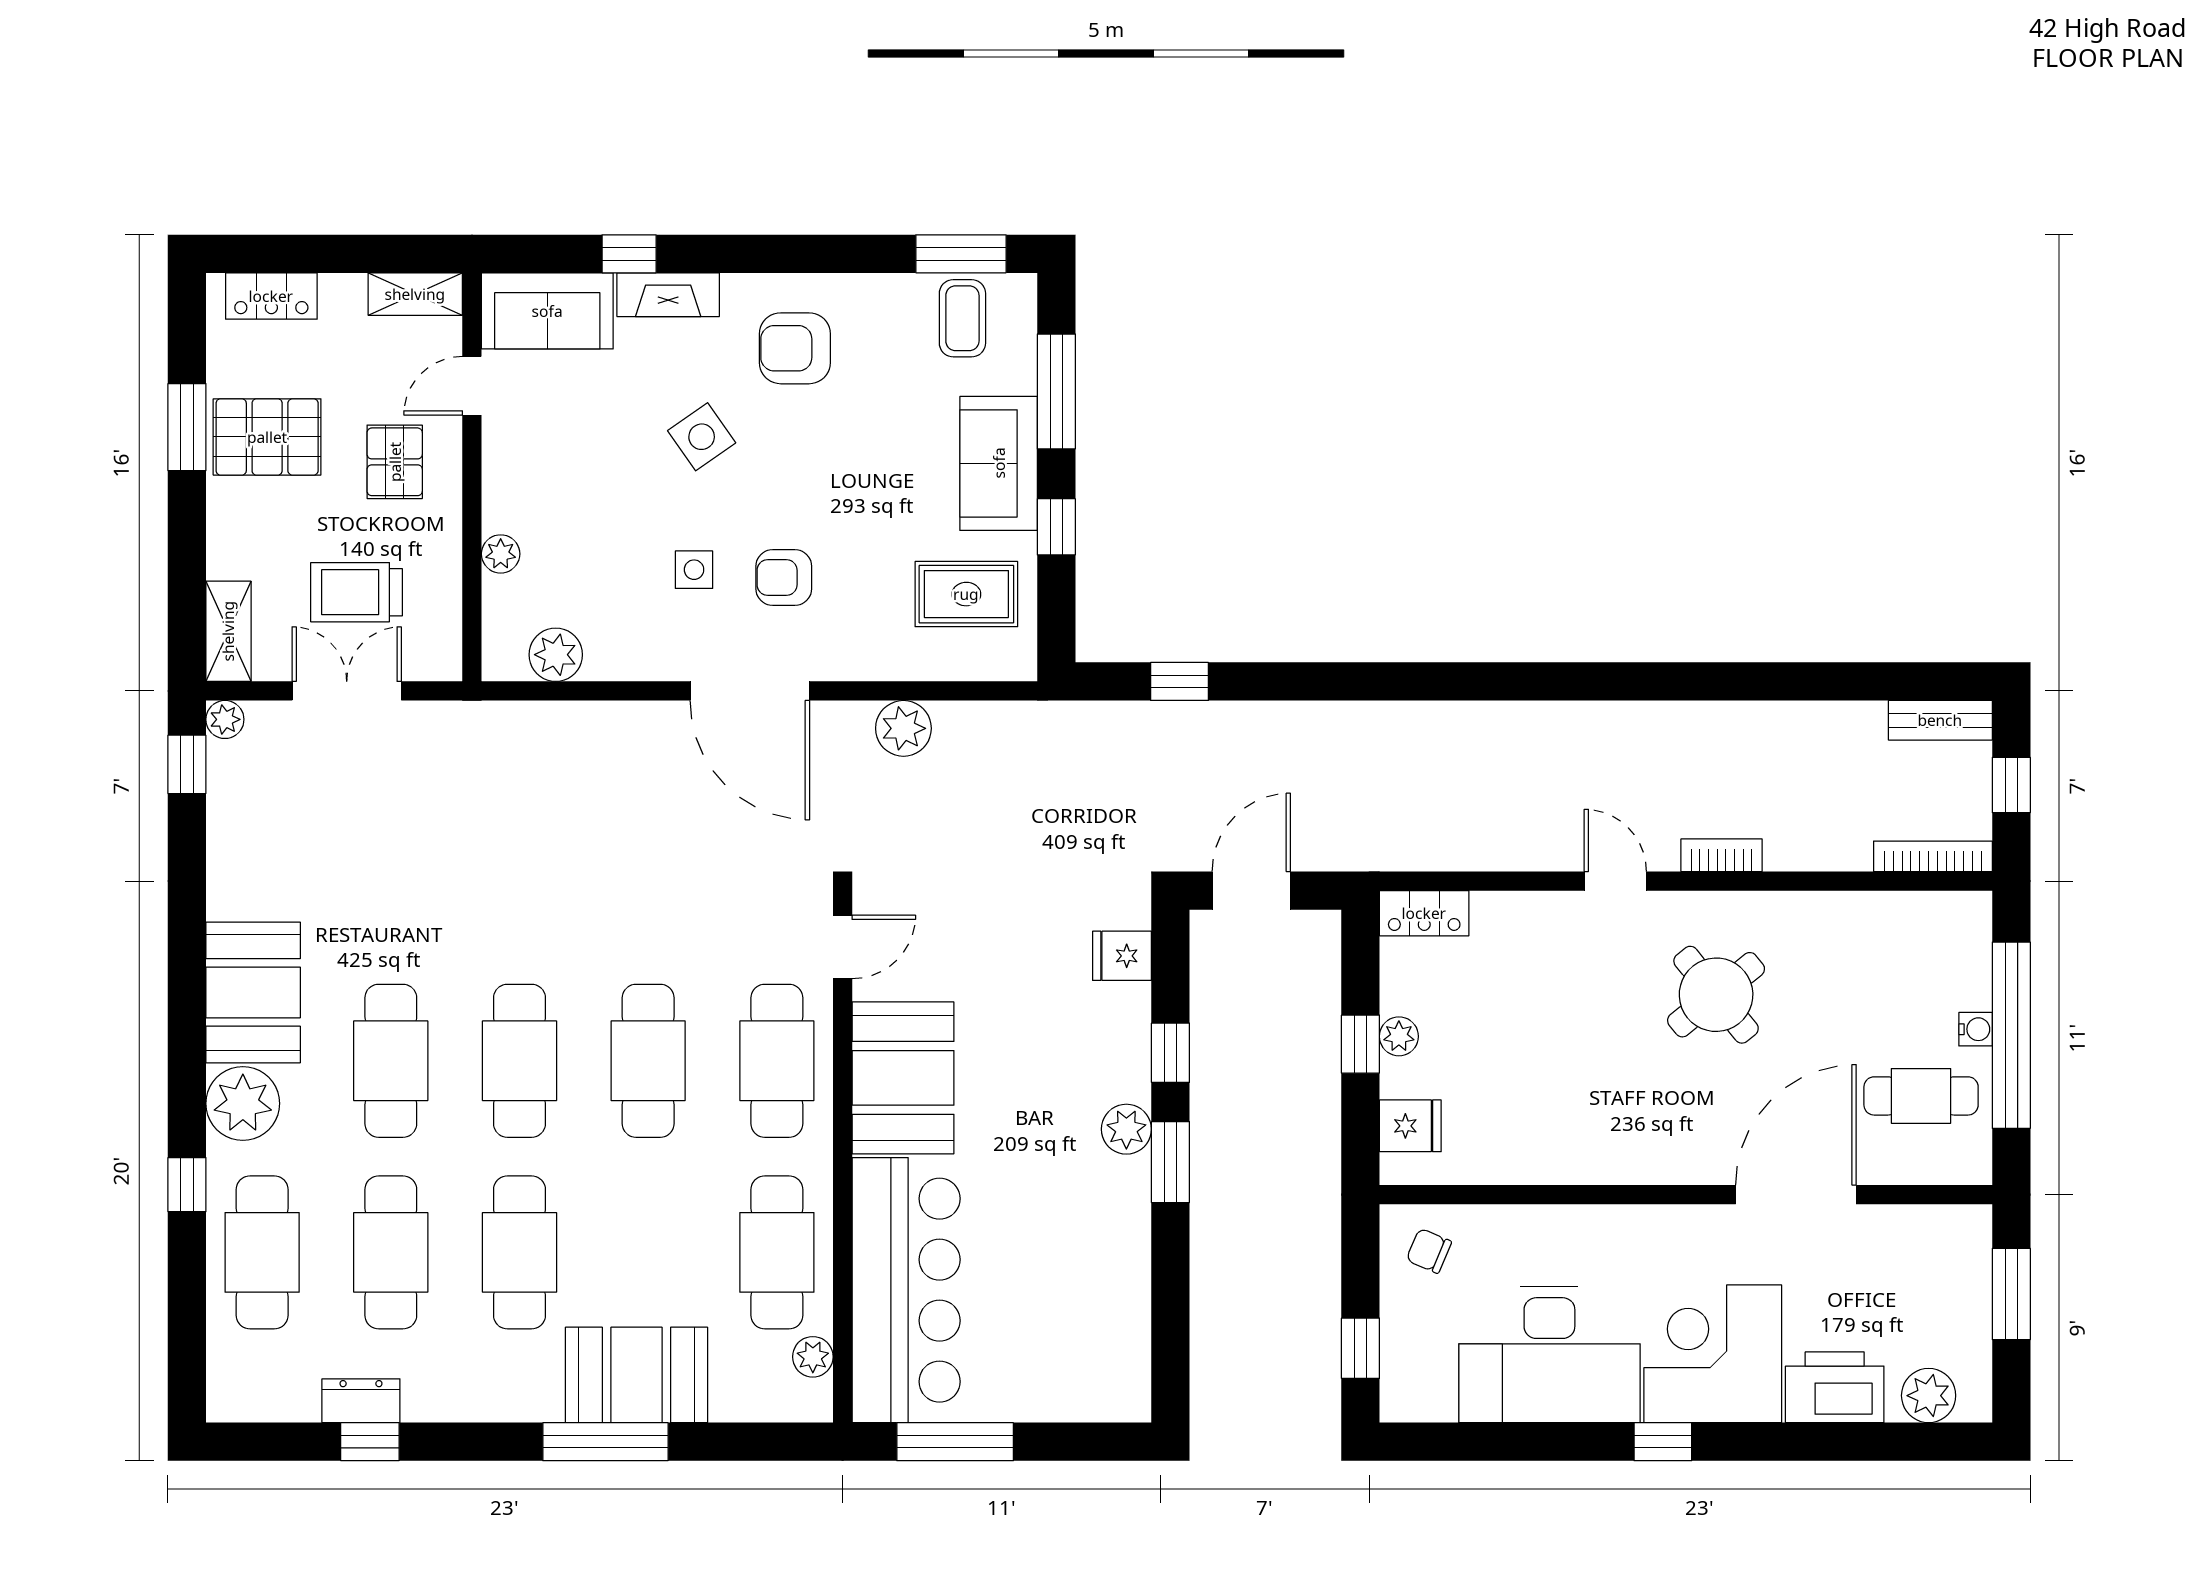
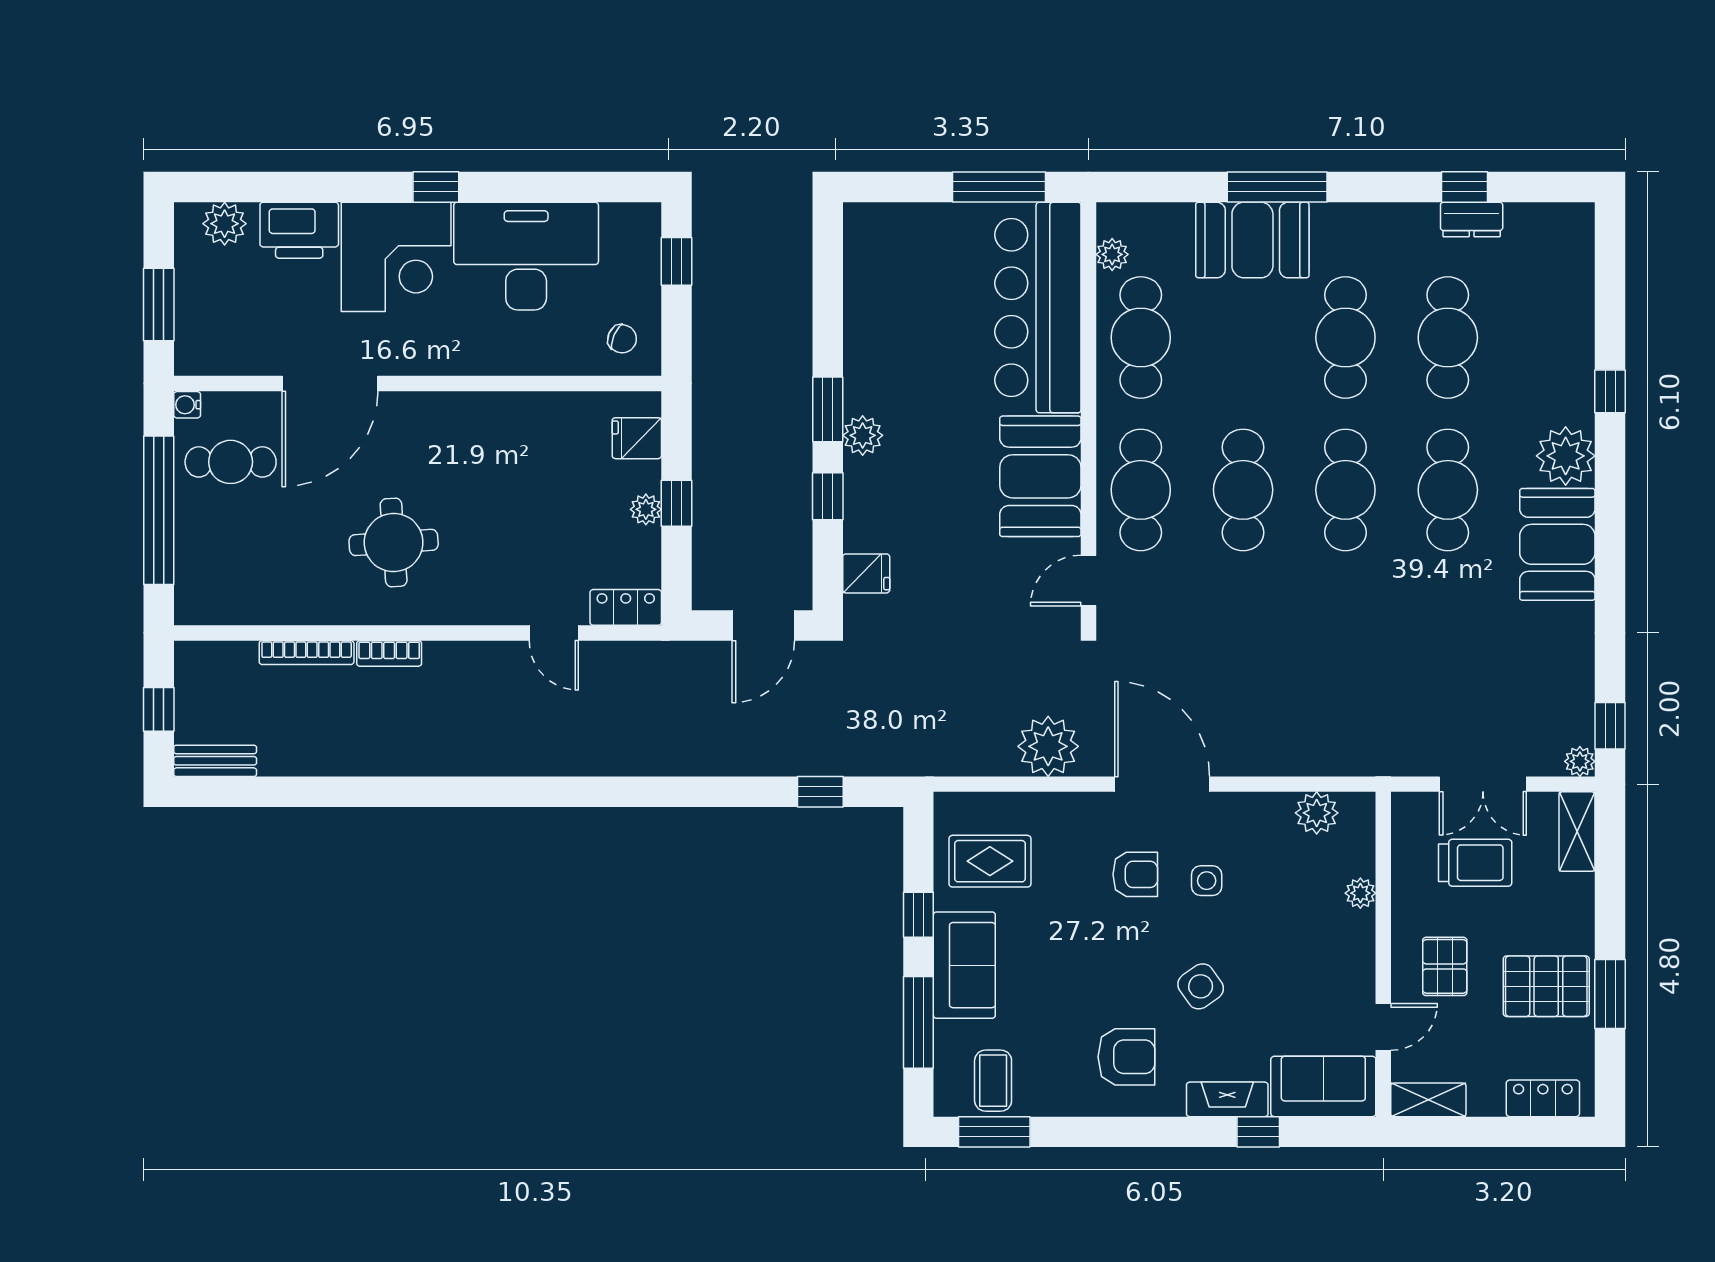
plant: (903, 728) -> (1048, 746), width x1.36, depth x1.36
bookcase: (1933, 856) -> (307, 653), moved
door: (1615, 881) -> (554, 633), moved
round table: (1716, 995) -> (394, 542), turned 35
water cooler: (1976, 1029) -> (187, 405), moved
cafe table: (262, 1252) -> (1550, 338), removed

